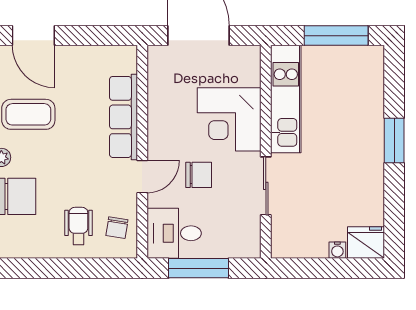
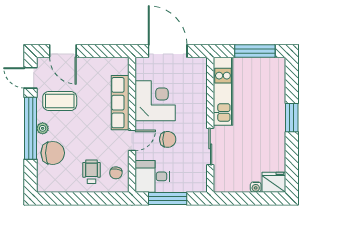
corner desk: (229, 119) -> (155, 101), moved, turned 180

